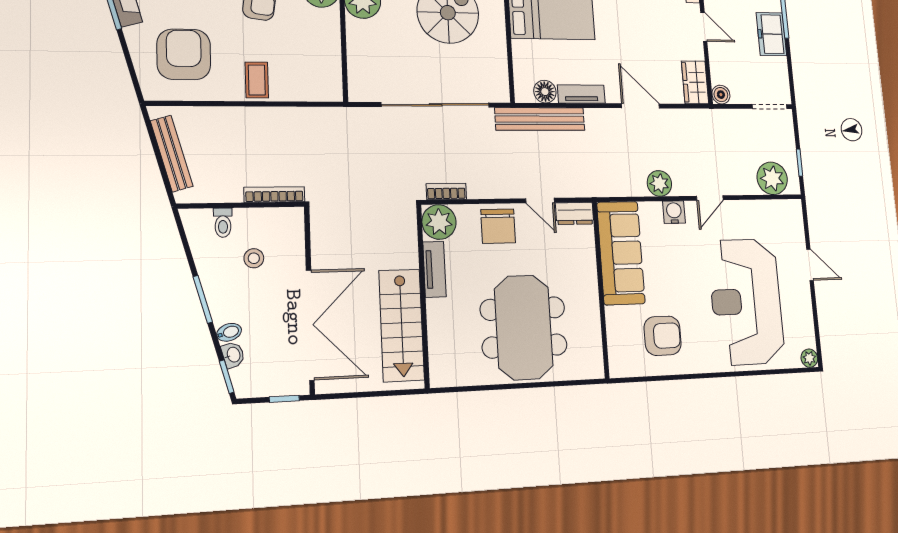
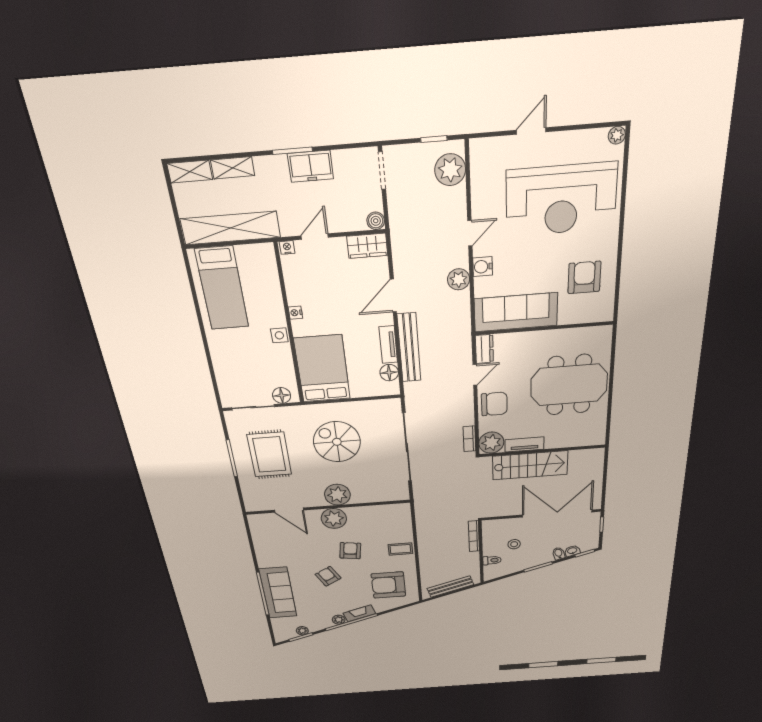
bench: (540, 119) -> (409, 348), moved
door: (710, 198) -> (470, 233), hinge flipped
stairs: (402, 325) -> (530, 465), moved

